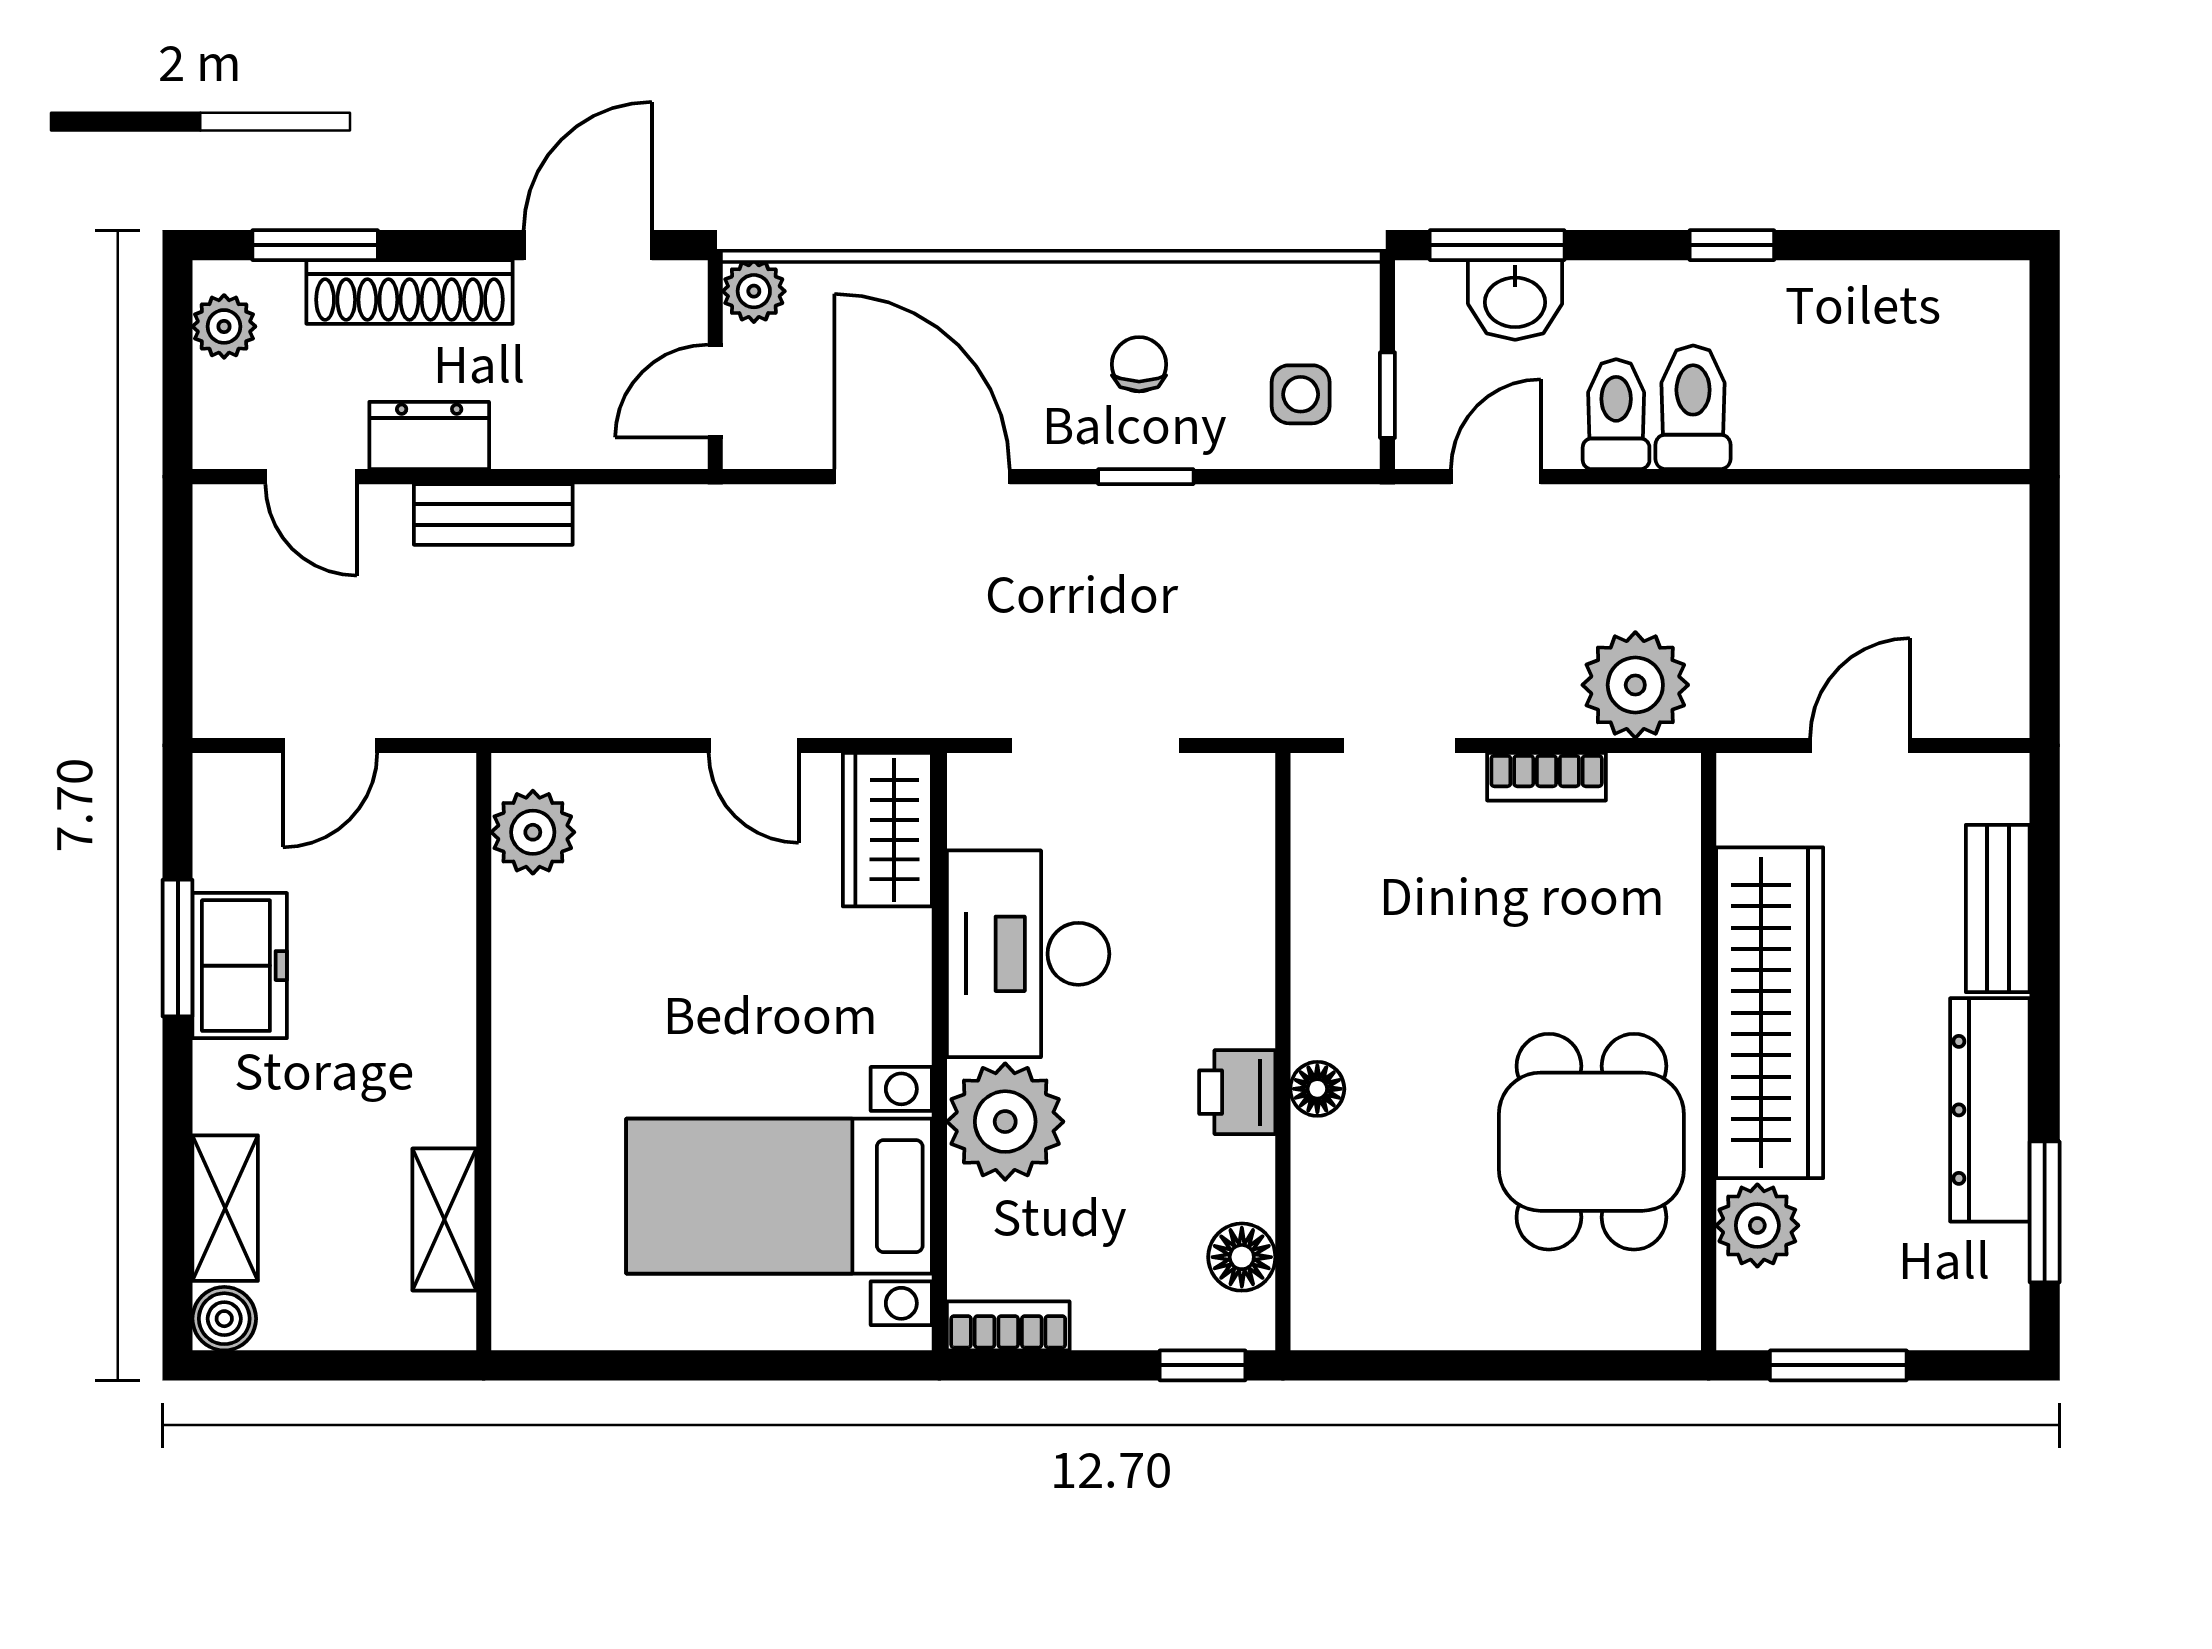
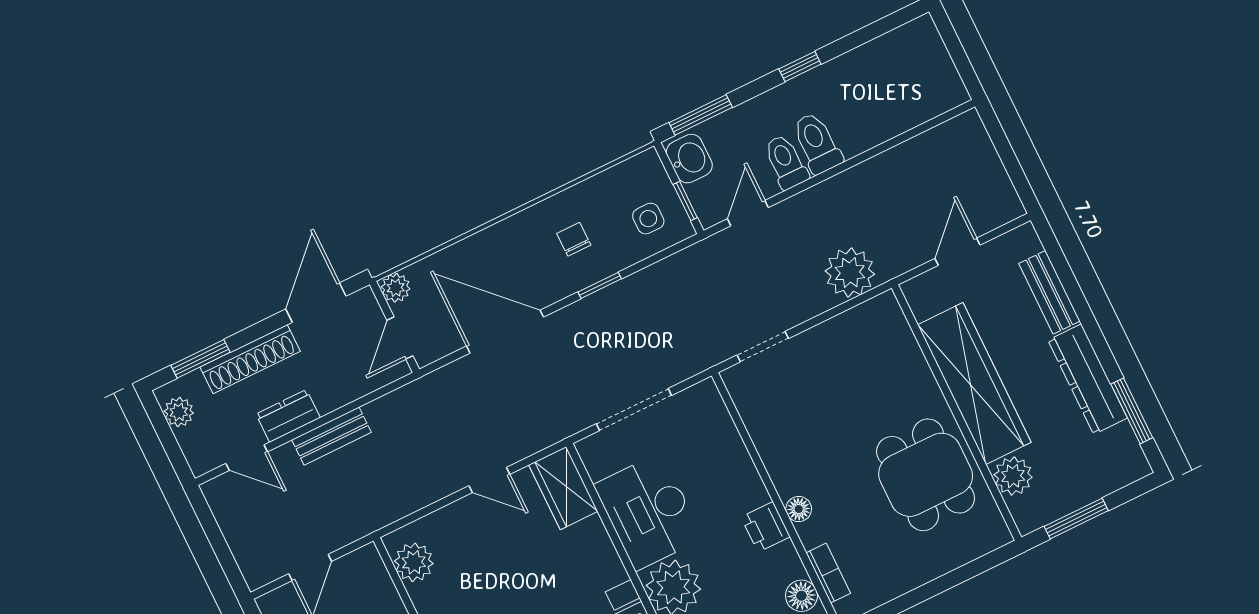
washbasin: (1515, 300) -> (689, 159), moved, turned -90
bookcase: (1547, 777) -> (828, 573), moved, turned -90

